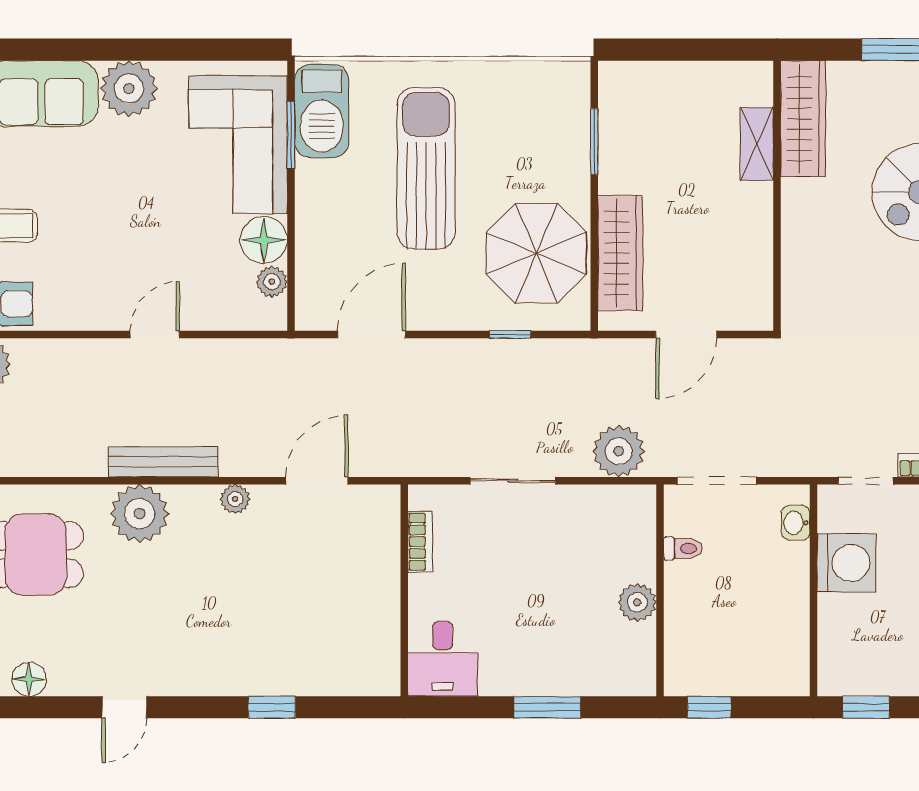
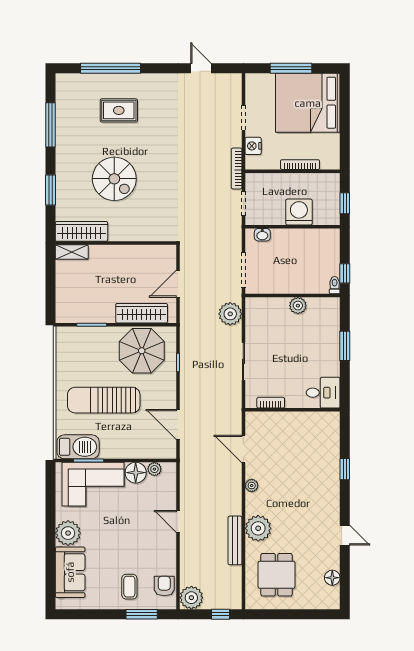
shelving: (757, 144) -> (72, 252), moved
door: (686, 335) -> (178, 284), swing flipped
bench: (163, 462) -> (235, 540), moved
toilet: (683, 548) -> (335, 285), moved
washing machine: (846, 563) -> (299, 212), moved

